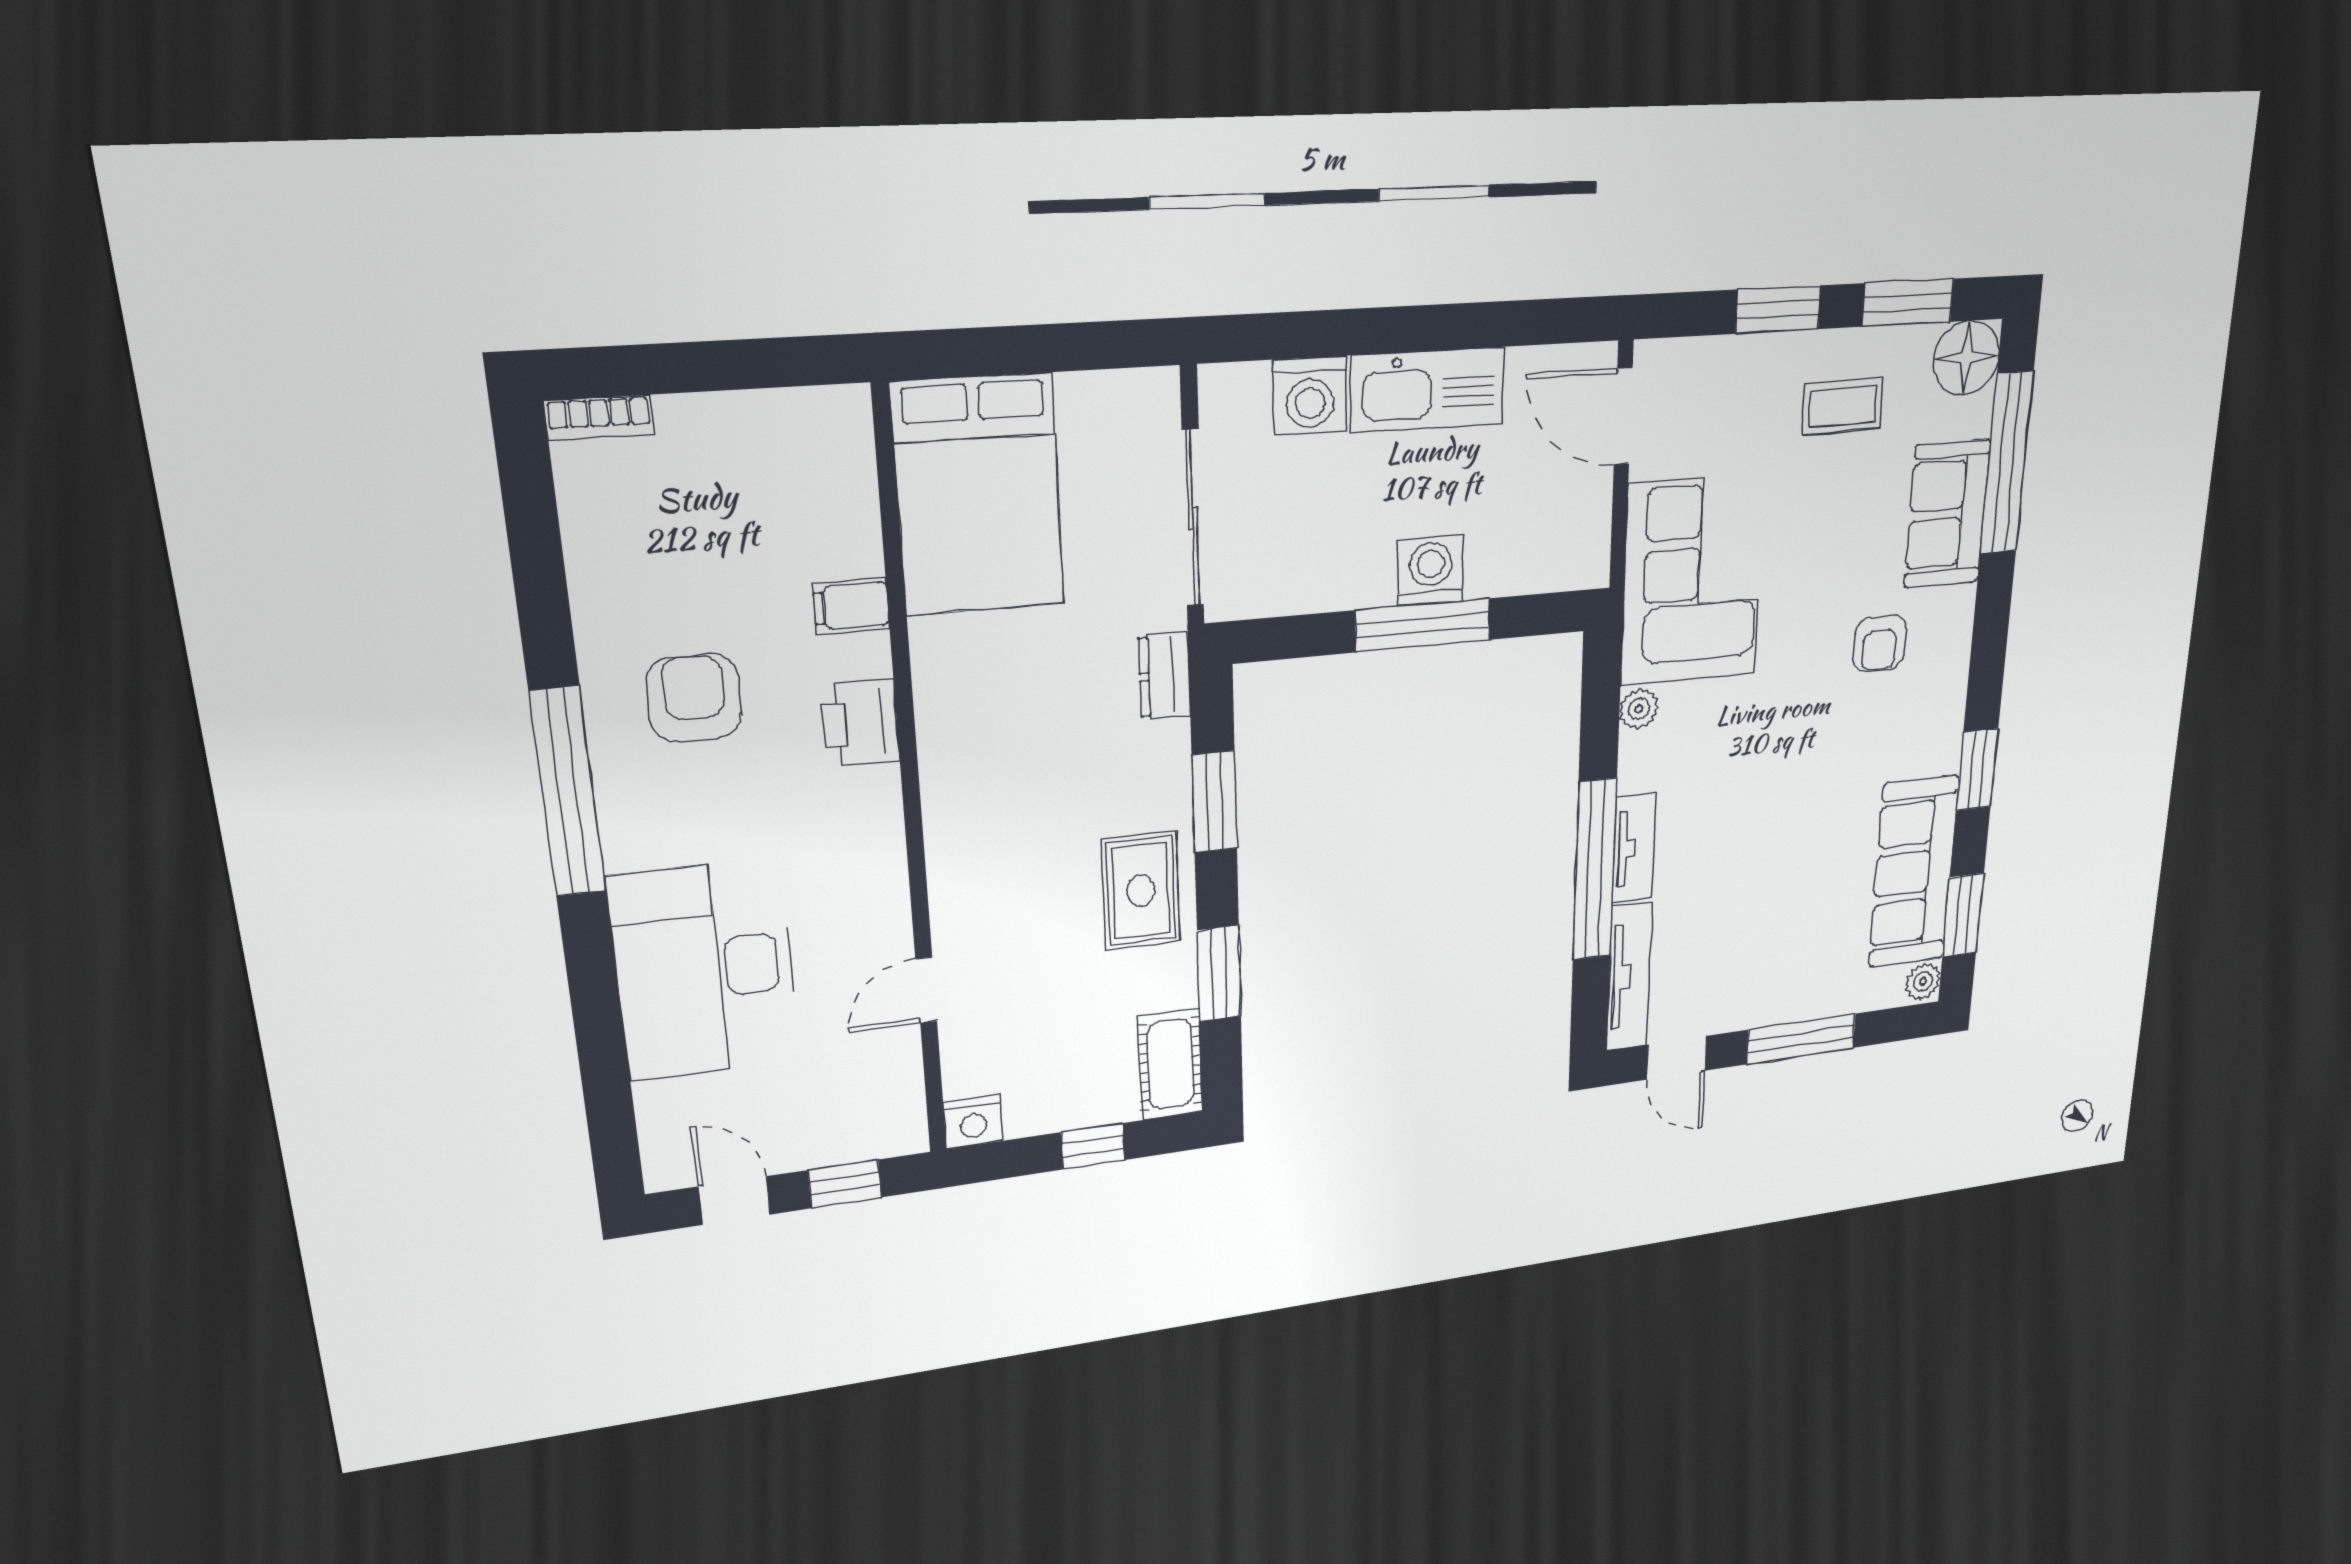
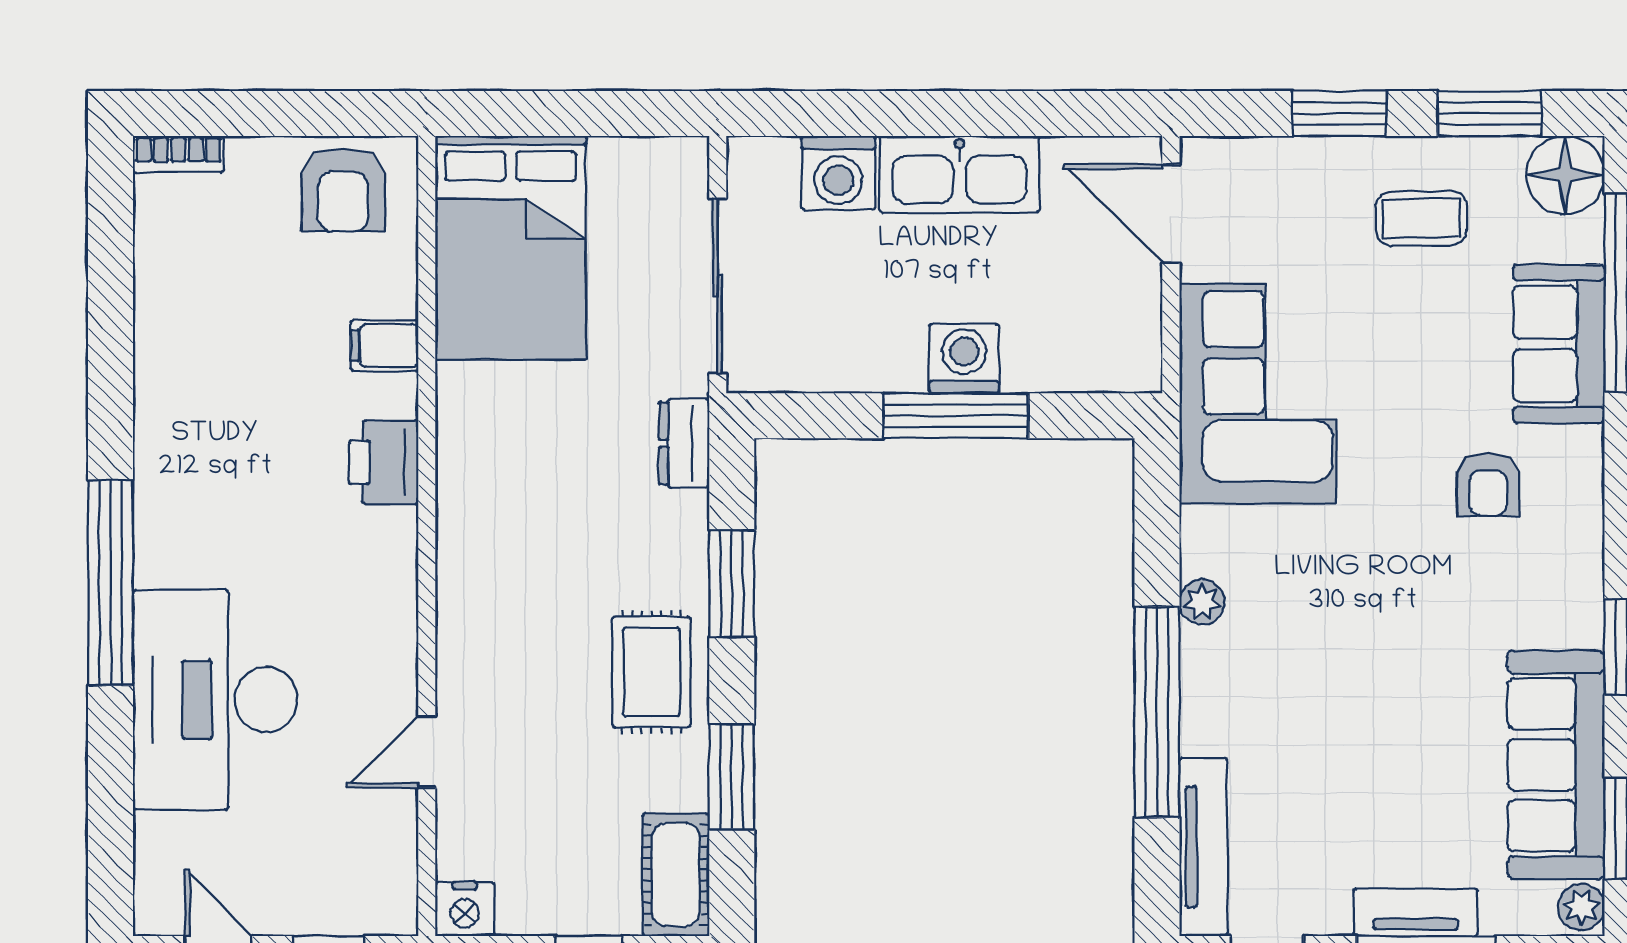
armchair: (694, 698) -> (343, 190), moved, turned 180
plant: (1639, 709) -> (1202, 602), moved
window: (568, 792) -> (111, 583), moved
tv unit: (1634, 848) -> (1416, 912), moved, turned -90

